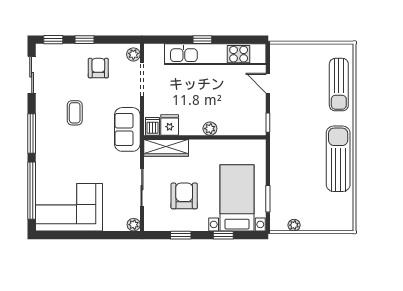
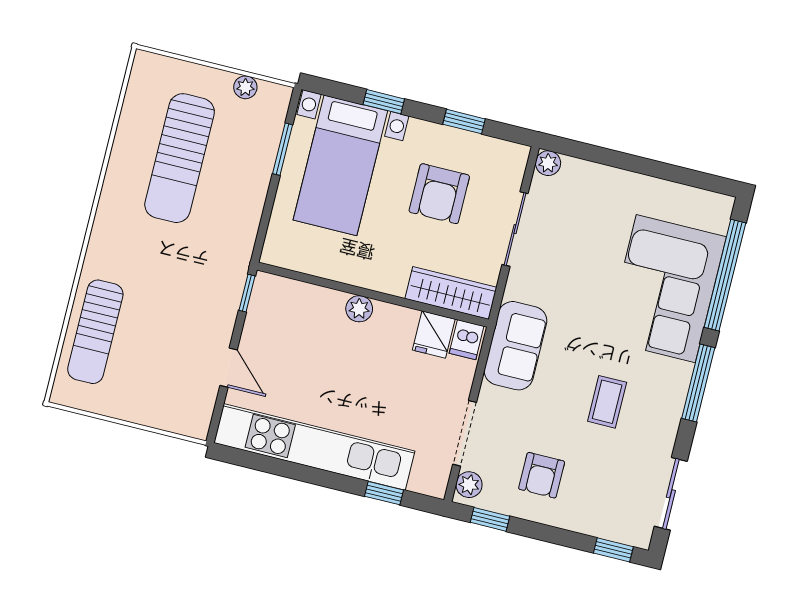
window: (84, 40) -> (490, 519), moved
window: (202, 40) -> (384, 493), moved
sun lounger: (339, 85) -> (95, 332), turned 180
sun lounger: (338, 159) -> (180, 158), moved
corner sofa: (69, 207) -> (666, 289), moved, turned 90

